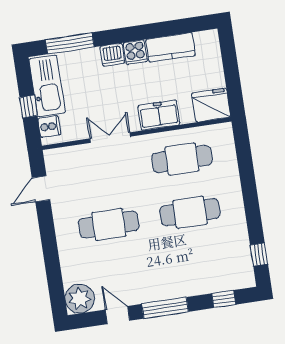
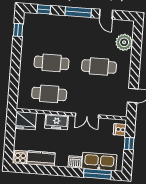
cooker: (135, 52) -> (20, 157), moved
kitchen sink: (47, 86) -> (99, 162), moved, turned 90
plant: (80, 299) -> (124, 42), moved

